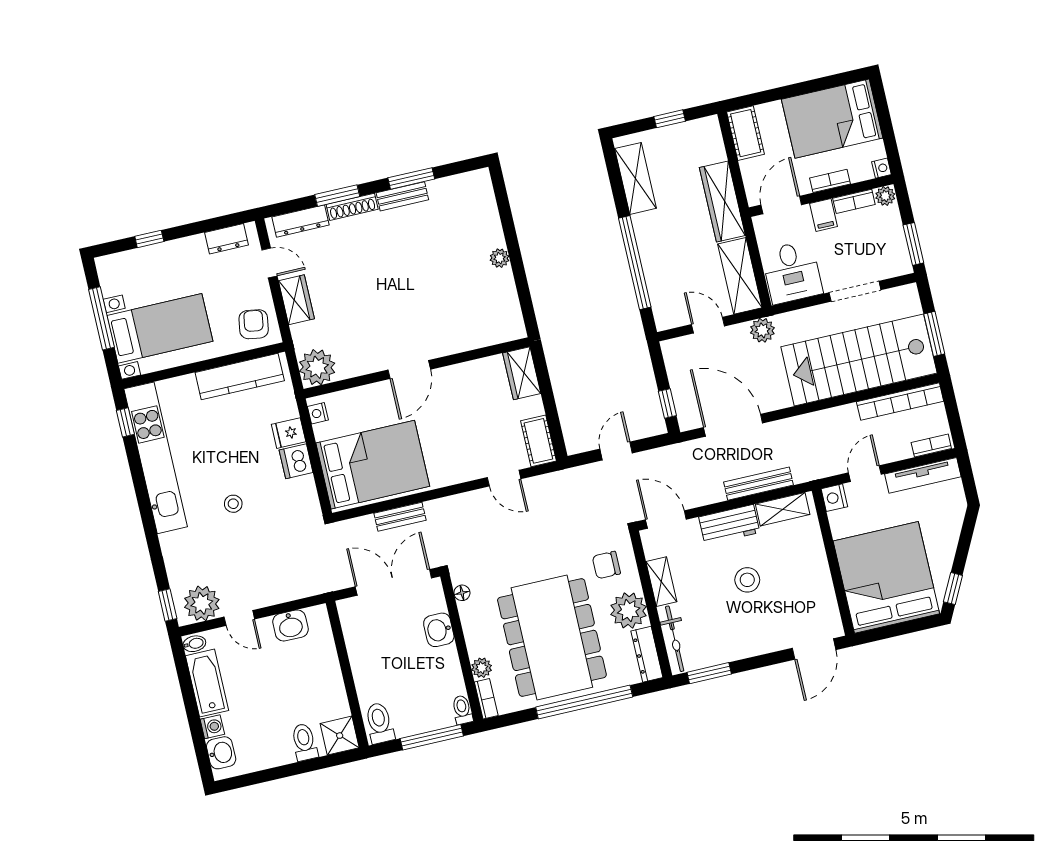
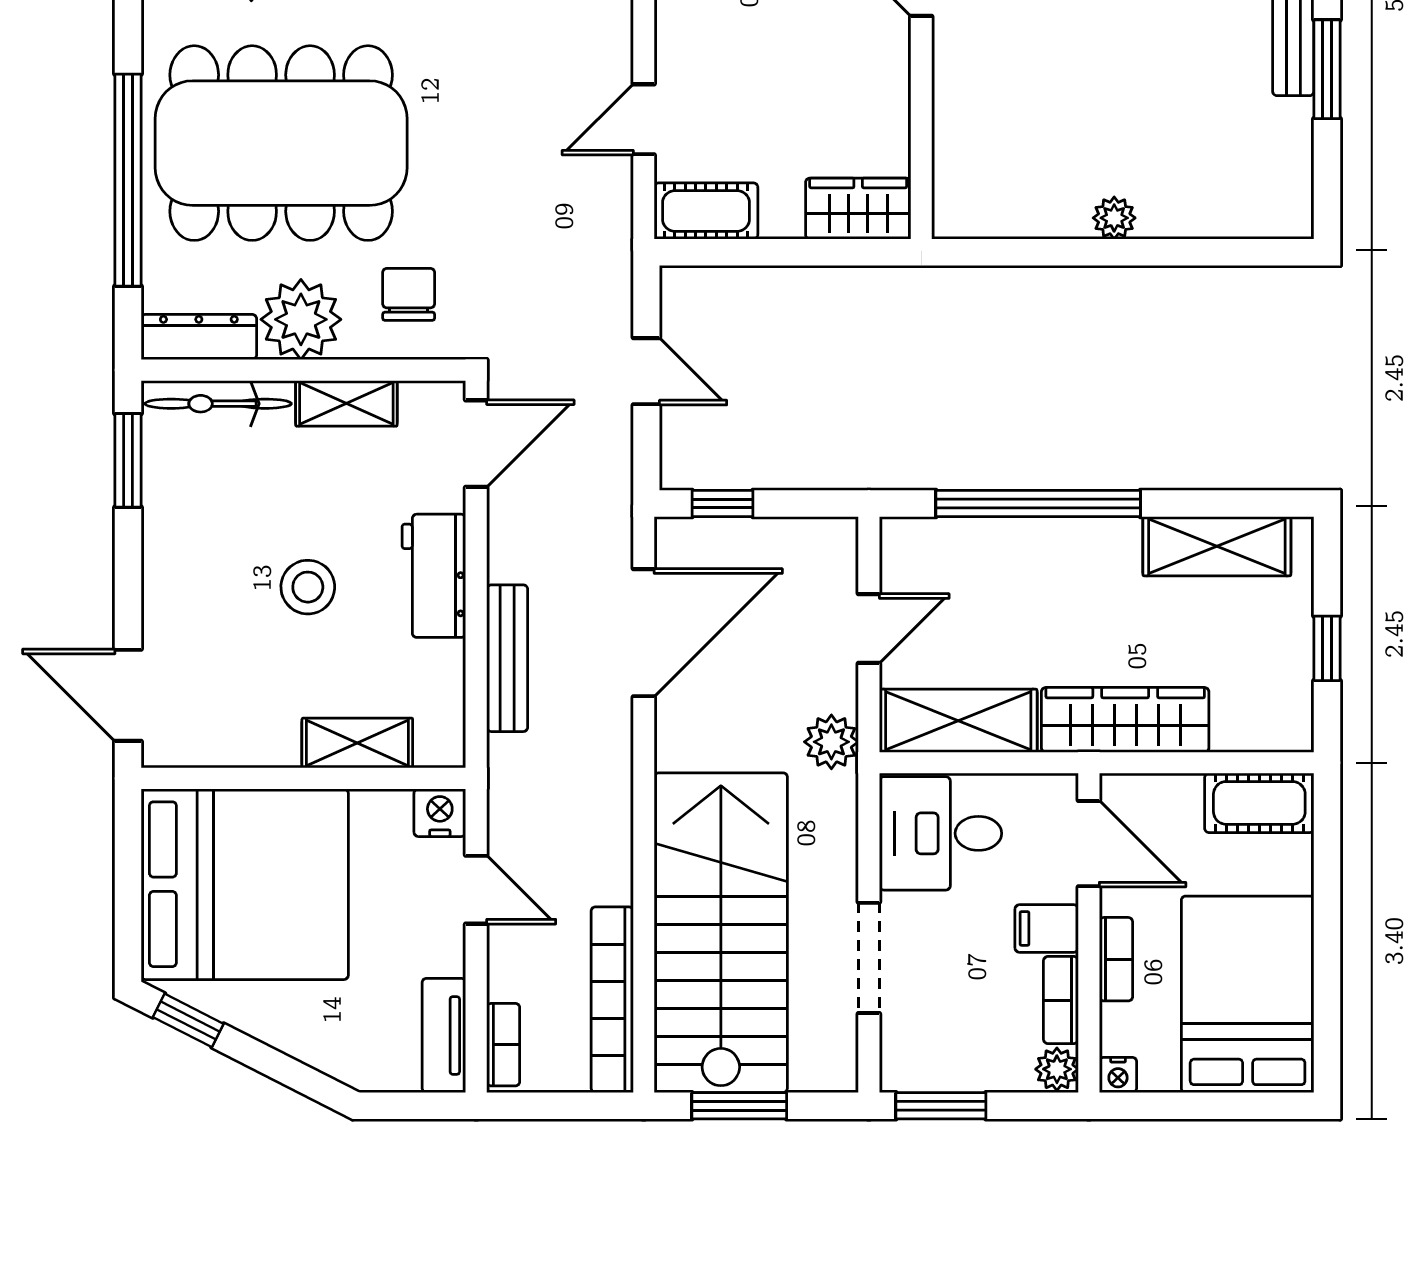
tv unit: (923, 475) -> (444, 1035), width x0.71
shelving: (783, 509) -> (357, 743), moved, turned 90

